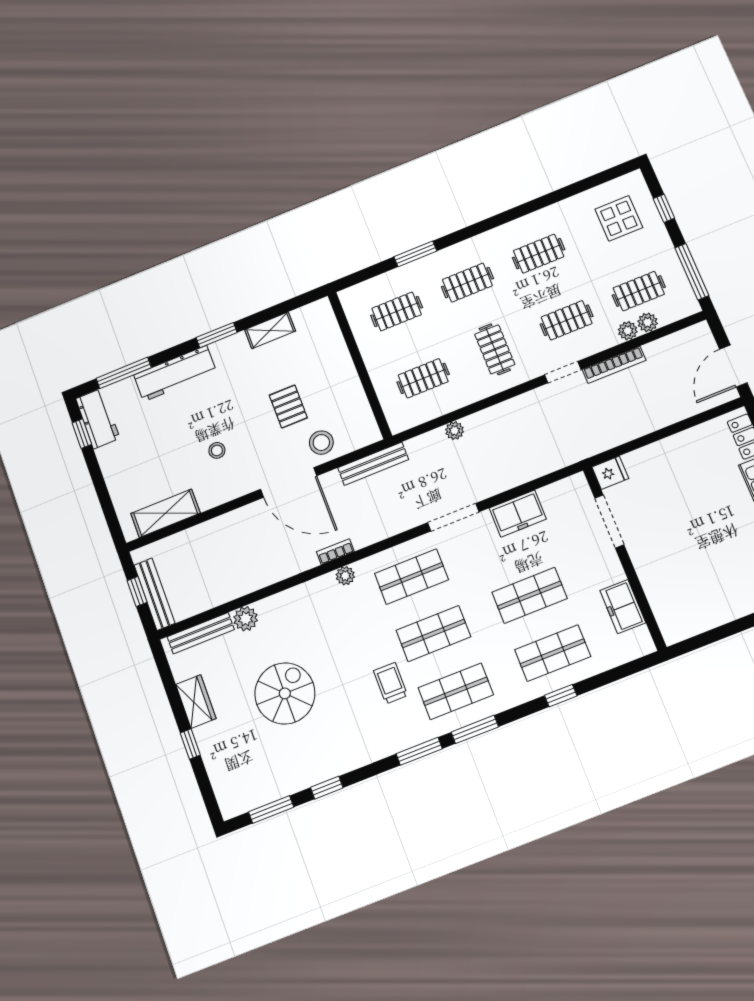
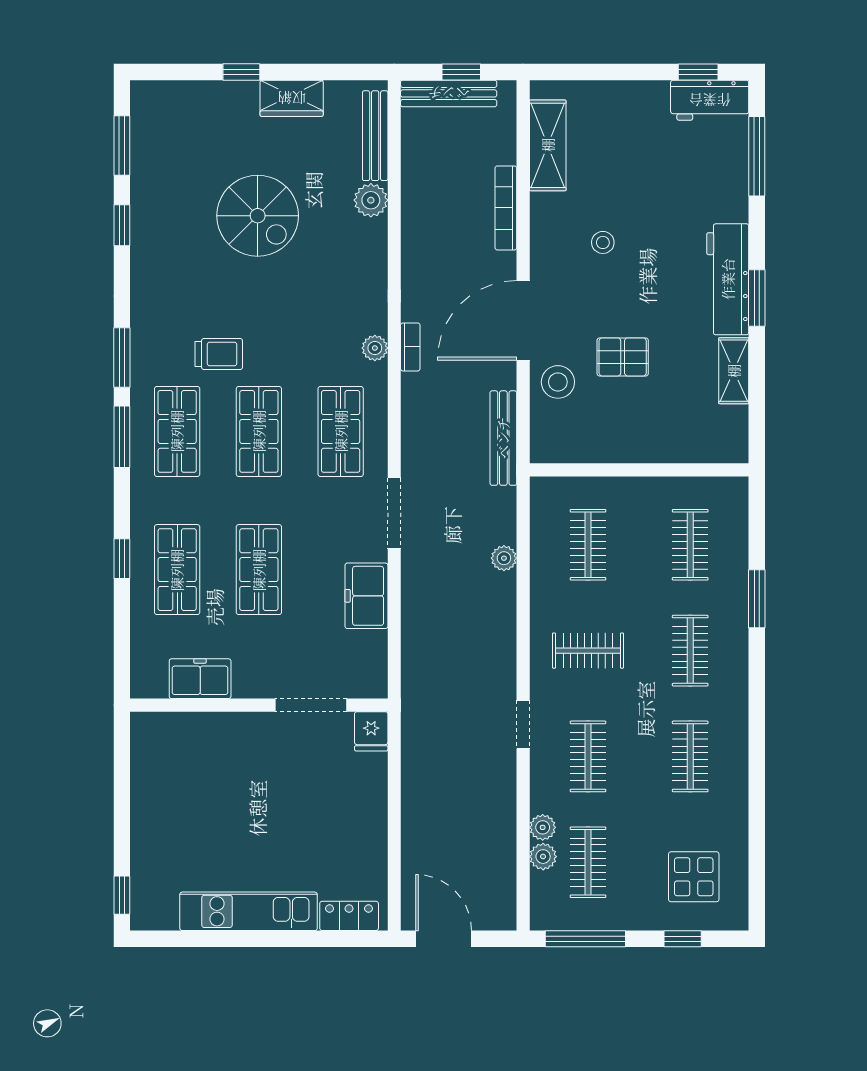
bookcase: (614, 365) -> (506, 208), moved
workbench: (175, 374) -> (728, 279), moved

